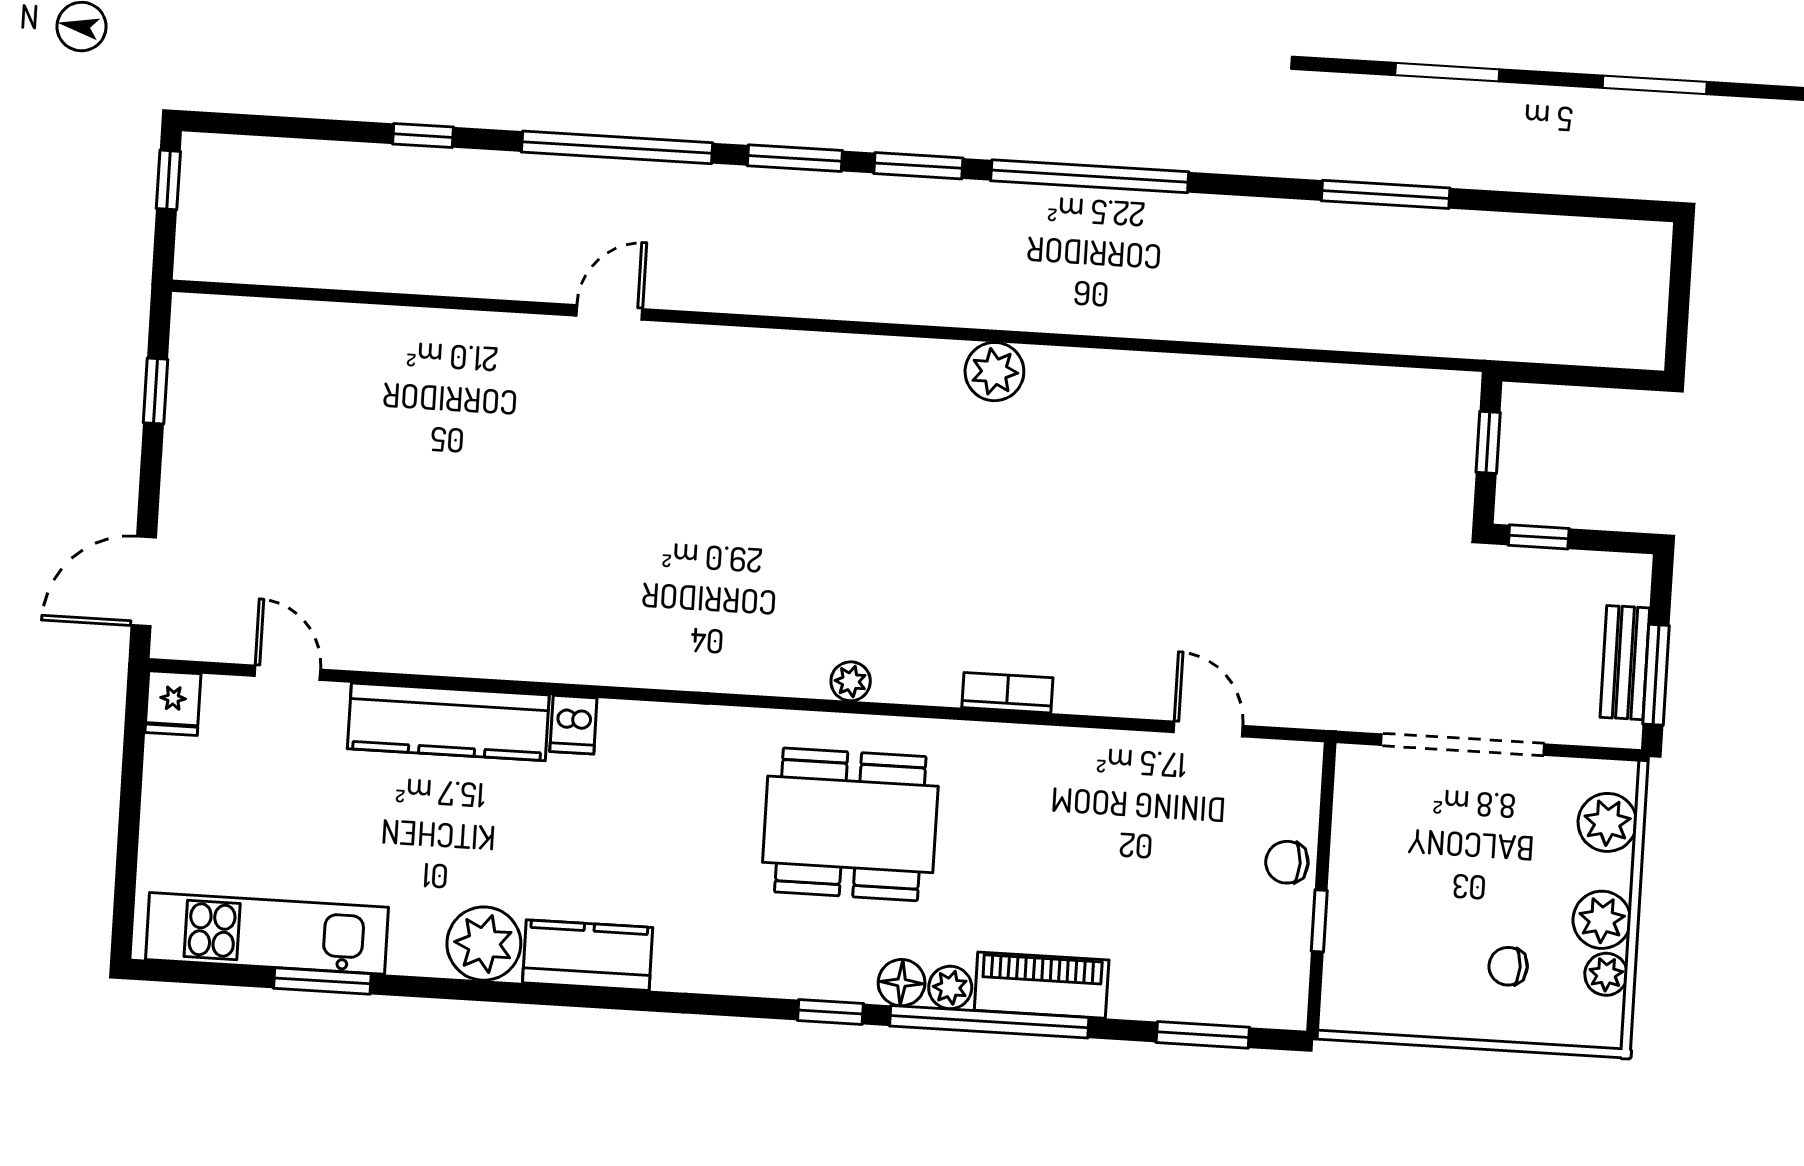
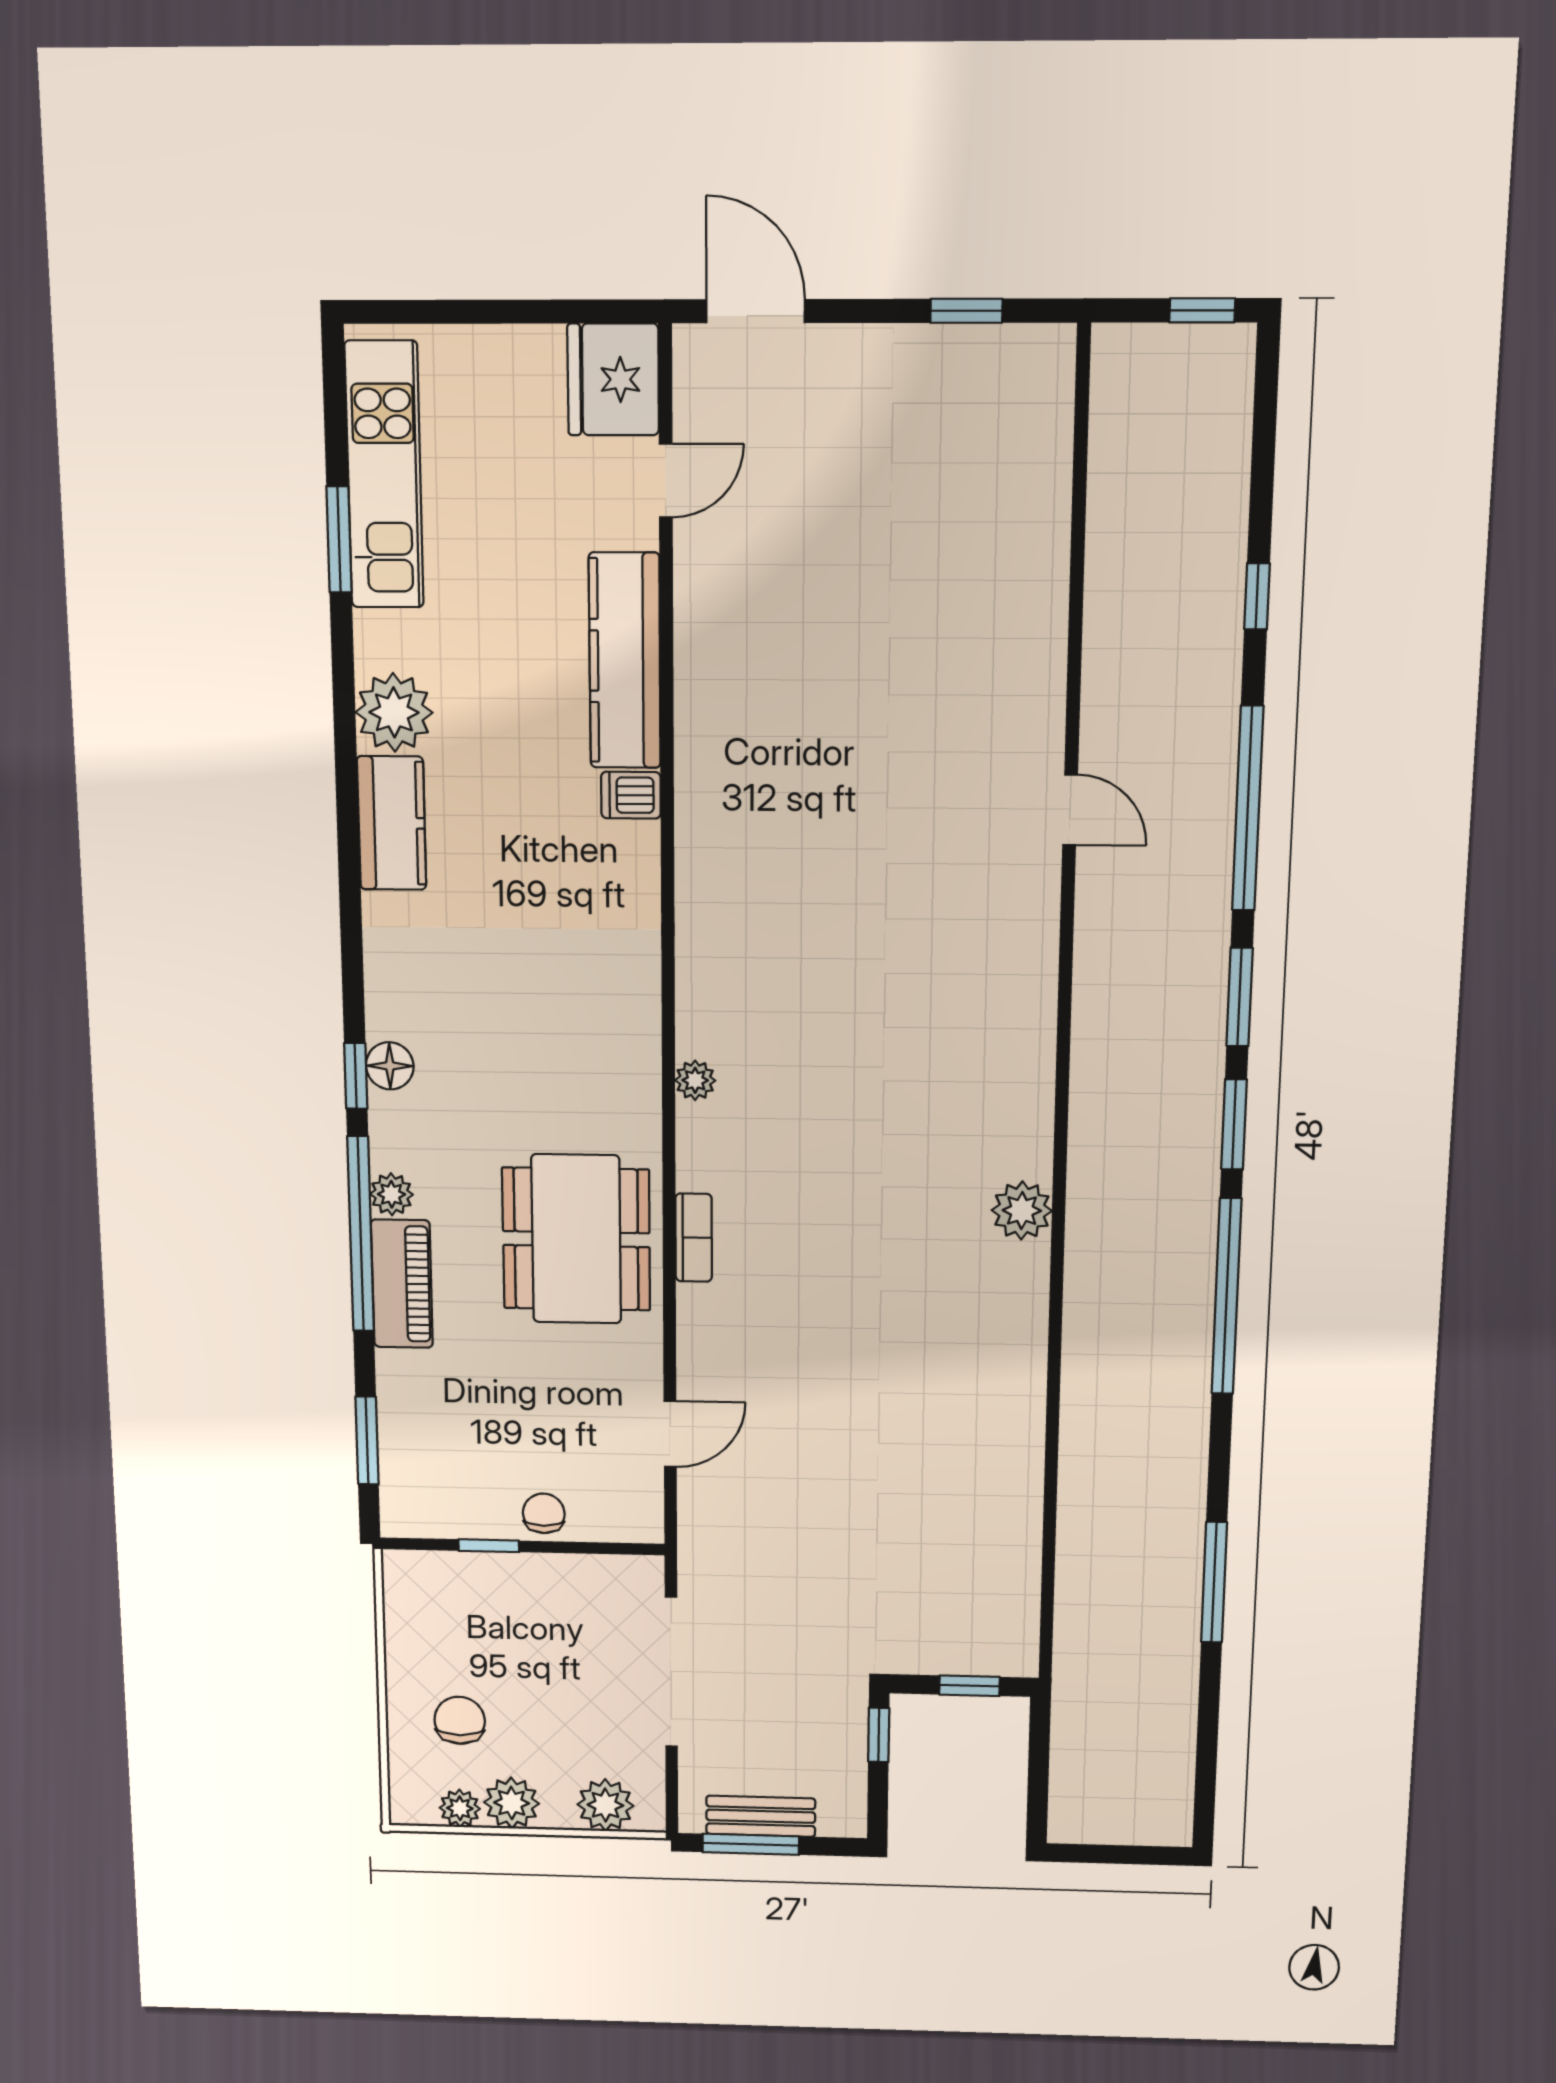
fridge: (173, 703) -> (613, 379), width x1.88, depth x1.34
dining table: (850, 824) -> (576, 1239), moved
chair: (1508, 966) -> (460, 1720), width x1.37, depth x1.37
floor lamp: (902, 983) -> (390, 1066), moved

